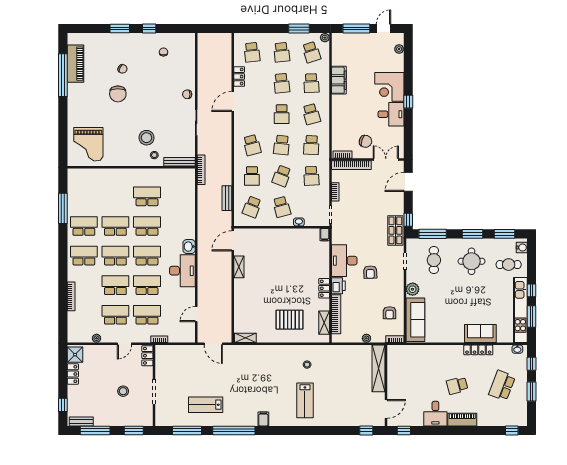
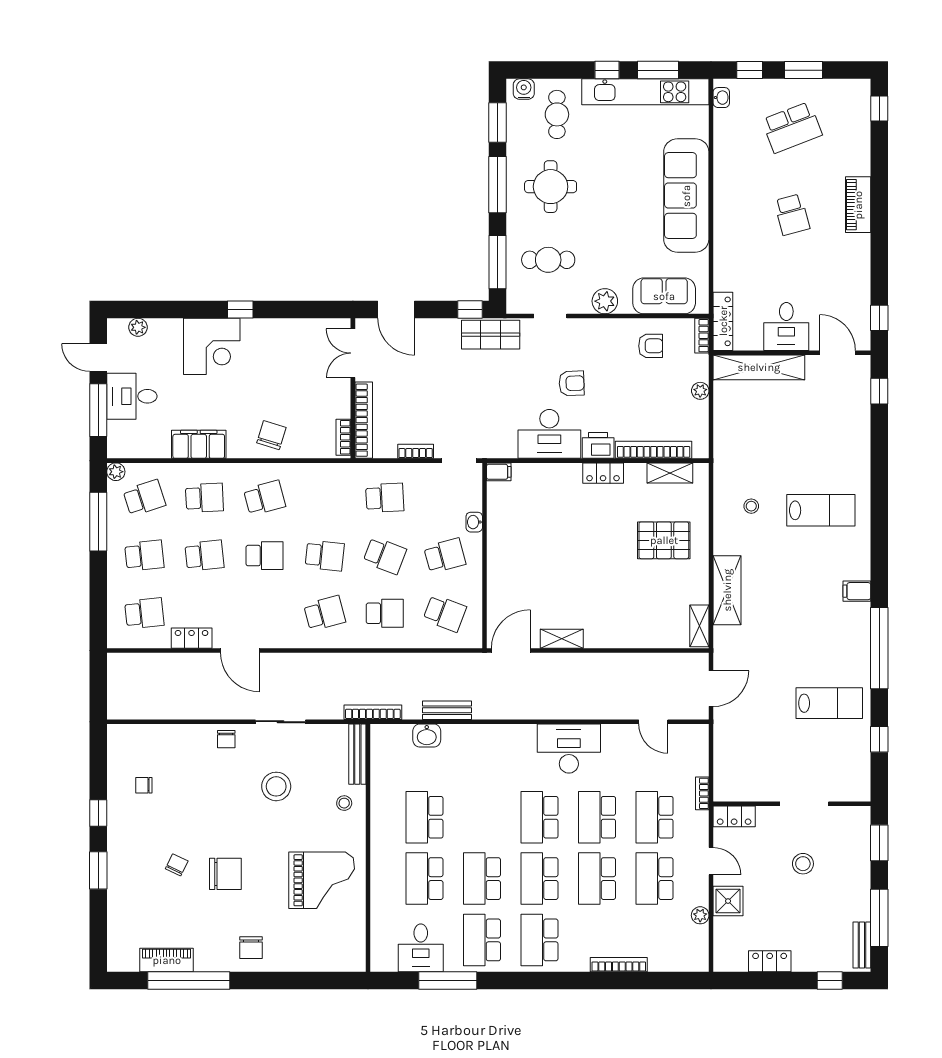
window: (299, 29) -> (98, 522), width x1.44
piano: (75, 64) -> (167, 960), width x0.73, depth x0.75
chair: (80, 107) -> (251, 948), added
desk: (391, 114) -> (132, 396), moved, turned -90
stool: (146, 138) -> (276, 786), moved
chair: (365, 141) -> (271, 435), moved
grand piano: (88, 144) -> (322, 880), moved
school desk: (311, 145) -> (325, 498), removed
desk: (80, 194) -> (421, 948), added
bench: (227, 198) -> (447, 710), moved
school desk: (147, 226) -> (424, 879), moved
window: (473, 234) -> (497, 185), width x1.44
door: (233, 241) -> (511, 650), swing flipped
washbasin: (189, 247) -> (427, 735), moved
pallet: (289, 320) -> (664, 540), turned 90
sofa: (415, 320) -> (664, 296), width x0.73
sofa: (480, 334) -> (686, 196), width x1.85, depth x1.27
locker: (478, 350) -> (723, 321), moved
shelving: (264, 352) -> (727, 590), added
shower: (75, 355) -> (728, 901), moved
school desk: (502, 385) -> (792, 127), turned -42
lab bench: (206, 405) -> (829, 703), turned -90
desk: (435, 414) -> (786, 326), moved, turned 90
window: (187, 430) -> (879, 739), width x0.46

